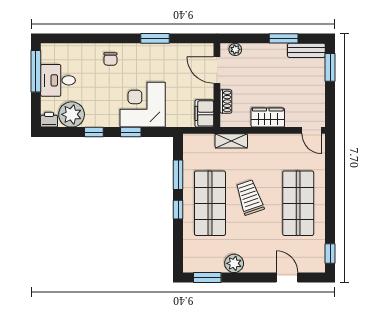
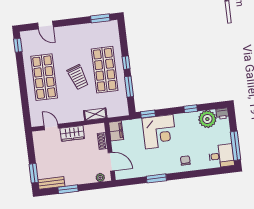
desk: (58, 80) -> (221, 156), moved
door: (312, 130) -> (51, 127), moved
window: (131, 132) -> (148, 114), moved
plant: (234, 263) -> (83, 30), removed

